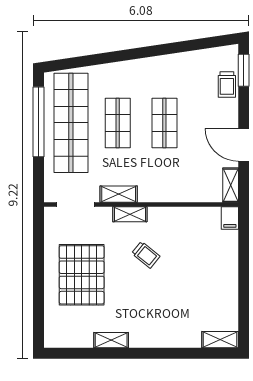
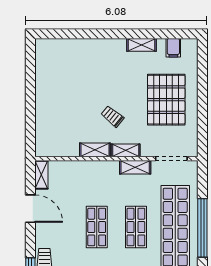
filing cabinet: (230, 218) -> (173, 48), moved, turned 180
shelving: (220, 340) -> (95, 150), moved

